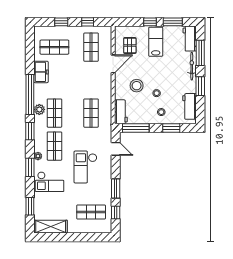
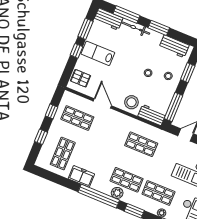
pallet: (130, 45) -> (81, 78), moved
stool: (137, 86) -> (131, 102), moved

